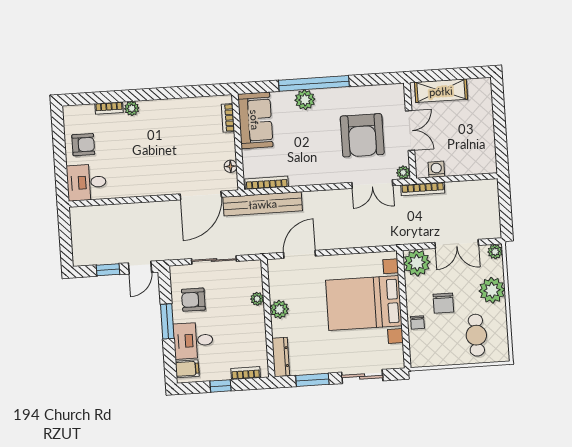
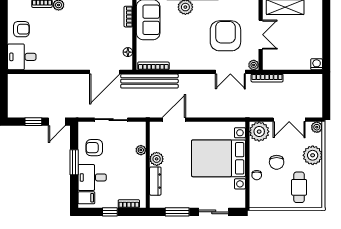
armchair: (362, 135) -> (225, 36), turned 180
washing machine: (436, 169) -> (317, 64), moved
dresser: (281, 357) -> (155, 181), moved

